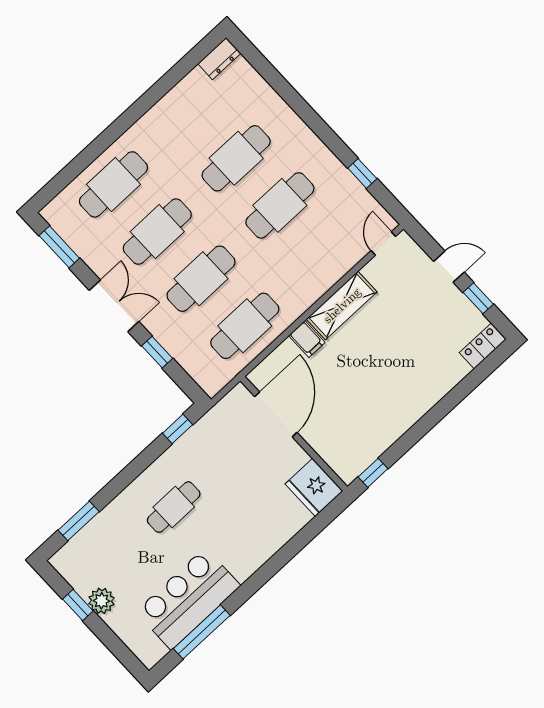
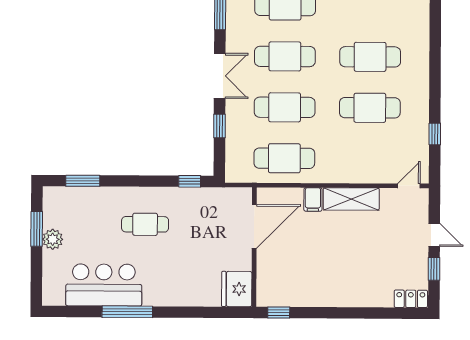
window: (78, 605) -> (37, 229), width x1.50
window: (202, 632) -> (127, 312), moved

